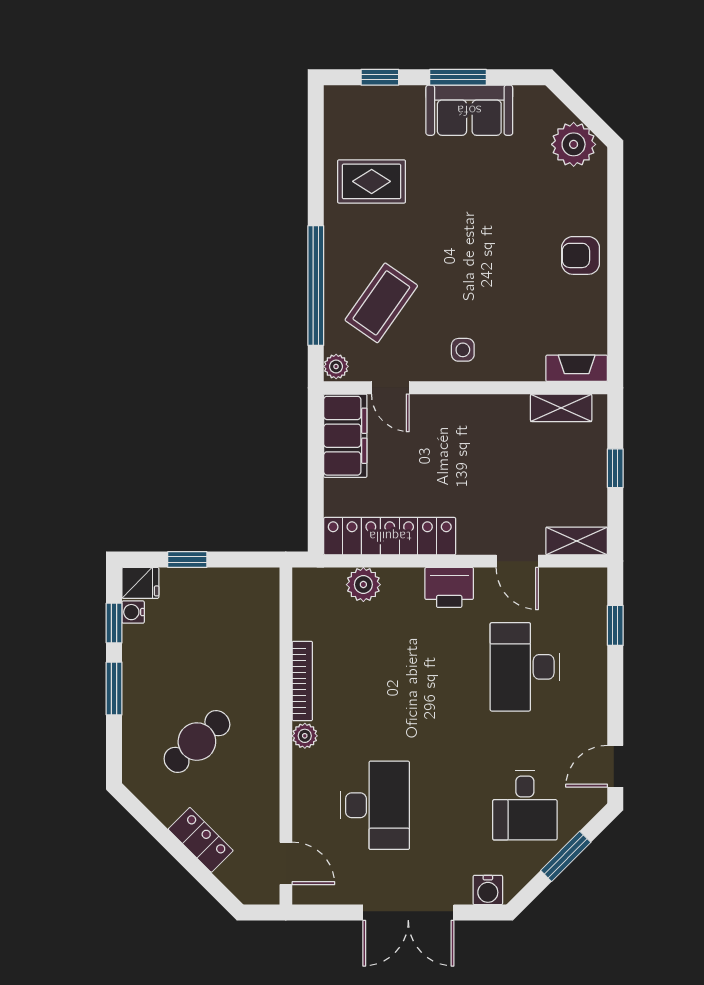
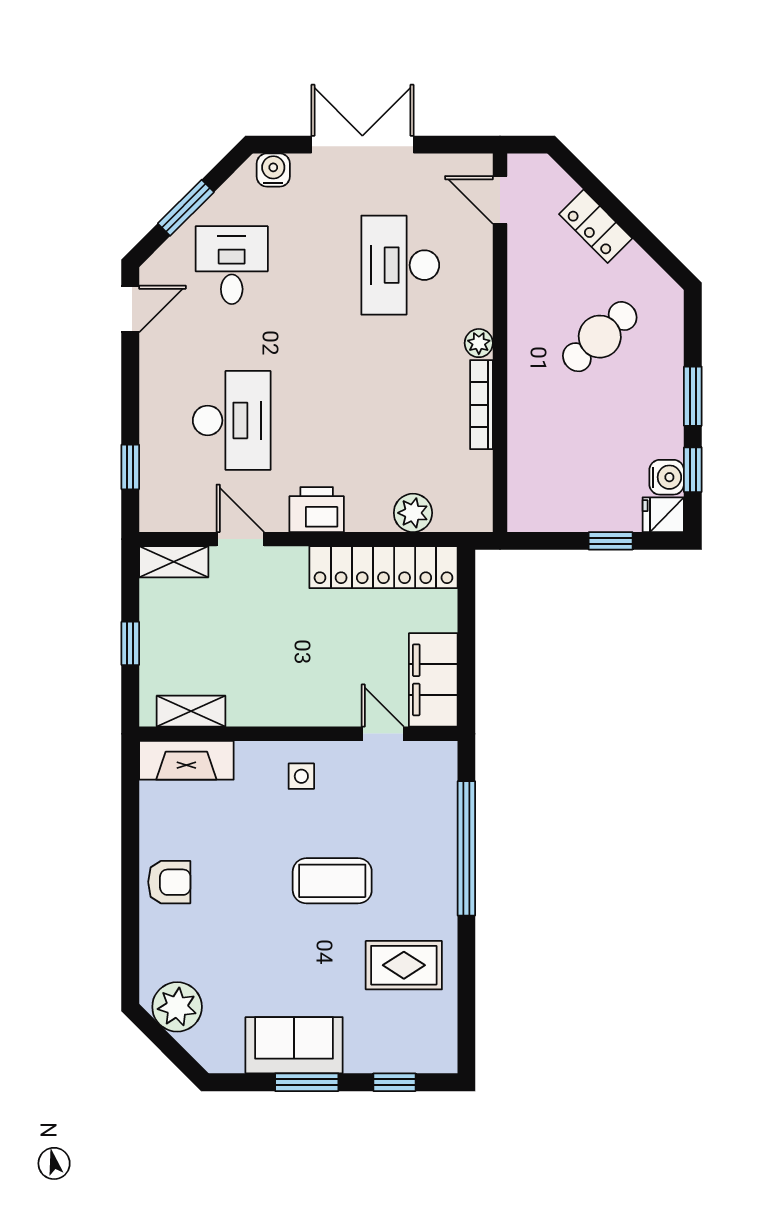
coffee table: (381, 303) -> (332, 881), moved, turned 55
plant: (336, 366) -> (444, 758), removed
fireplace: (577, 368) -> (186, 760), width x1.37, depth x1.32
water cooler: (133, 612) -> (667, 477), width x1.38, depth x1.38

